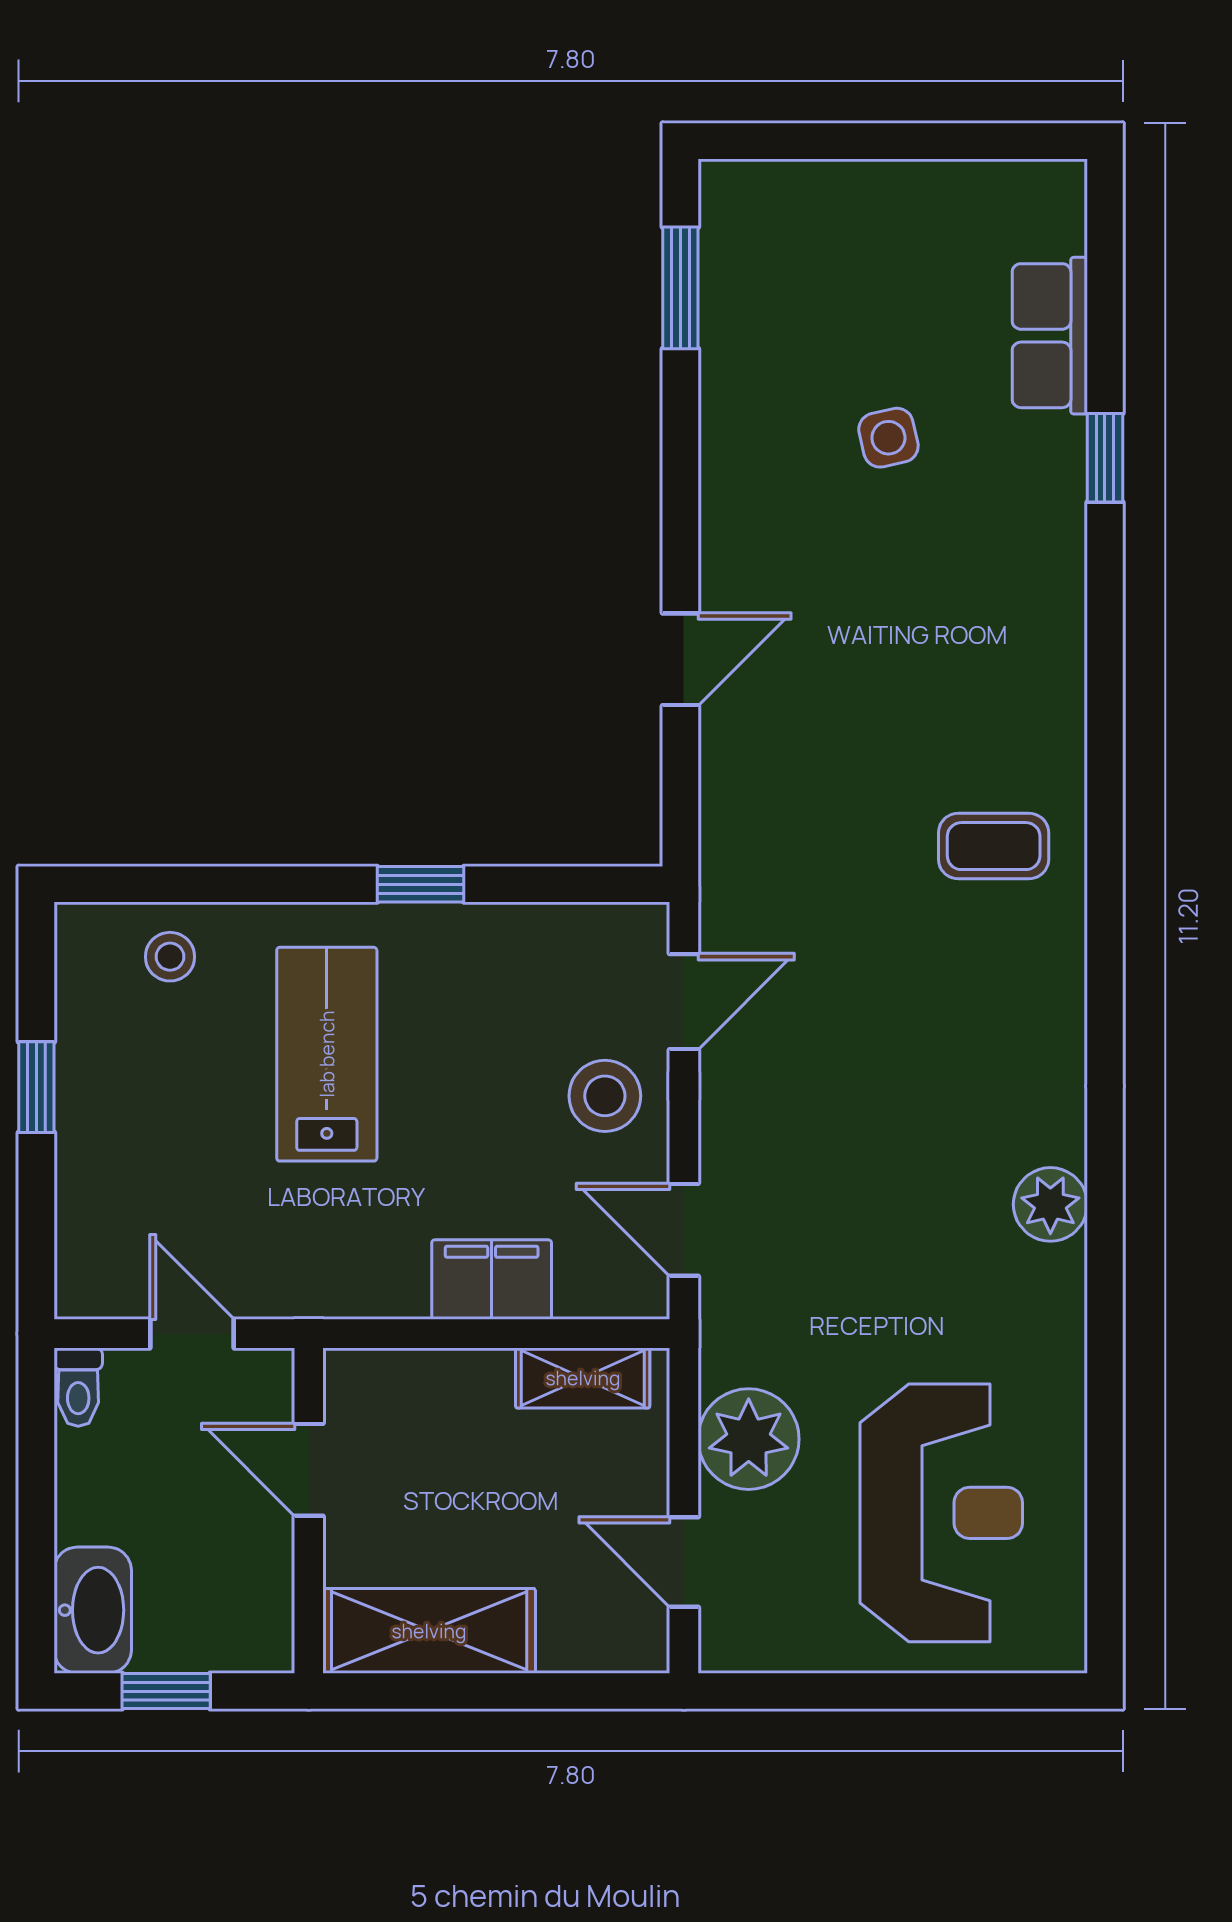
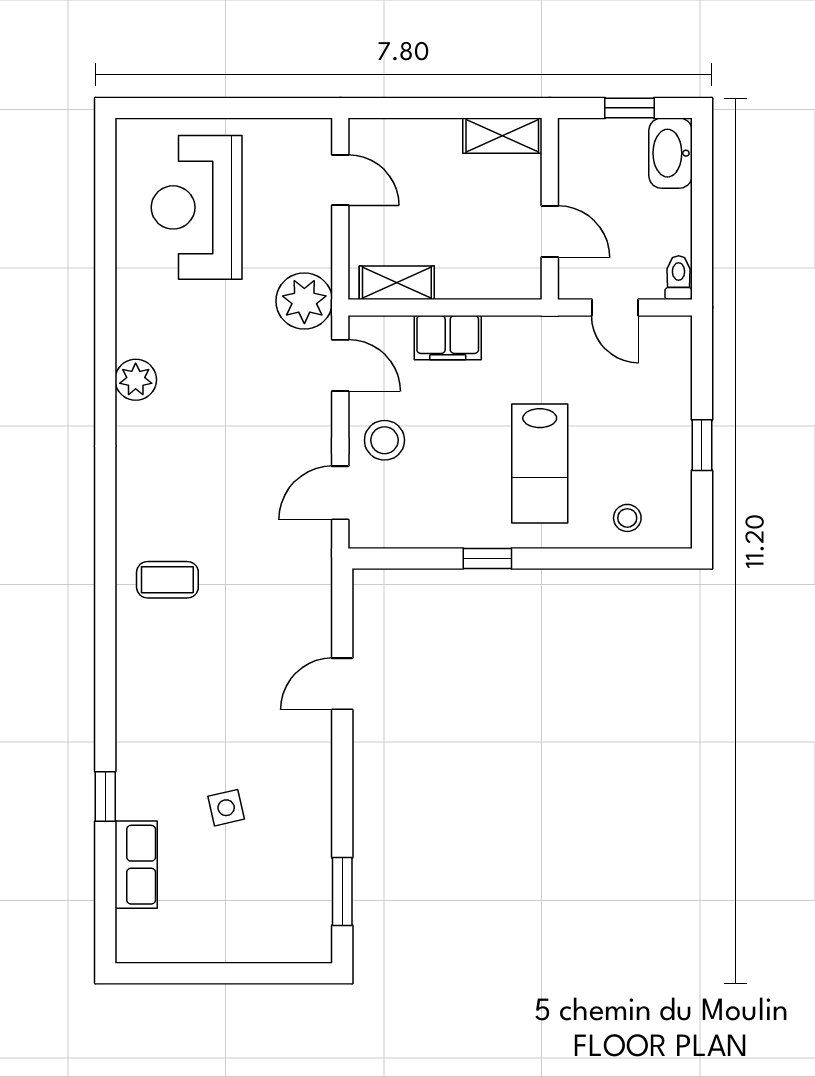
plant: (749, 1439) -> (304, 301), moved
shelving: (429, 1631) -> (502, 136), width x0.67, depth x0.75

